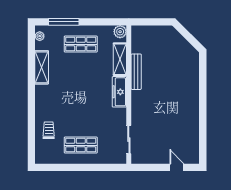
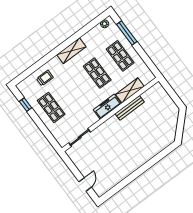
plant: (120, 32) -> (149, 76), removed
shelving: (42, 67) -> (71, 51), moved
shop shelf: (81, 78) -> (97, 73), added
window: (60, 167) -> (25, 105), added

